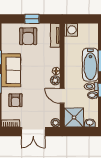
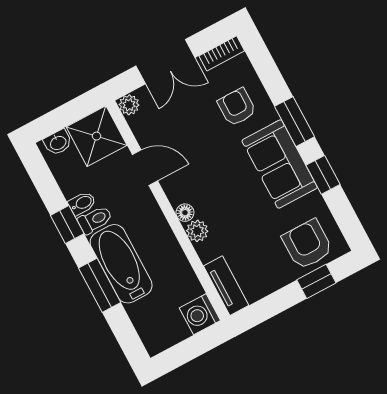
window: (32, 19) -> (316, 281), moved
armchair: (28, 36) -> (307, 244), moved
plant: (55, 80) -> (197, 231), moved
double door: (33, 132) -> (165, 62), swing flipped

